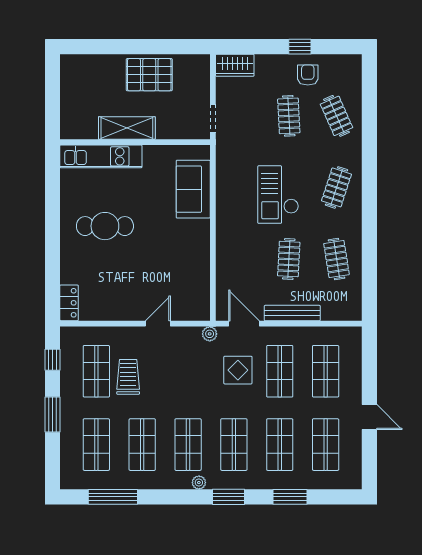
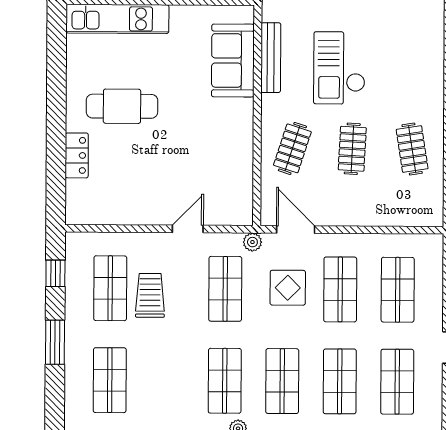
clothes rail: (336, 187) -> (292, 148), moved
locker: (69, 303) -> (77, 155), moved
bench: (292, 313) -> (271, 58), moved, turned 90
shop shelf: (142, 445) -> (225, 289), moved

